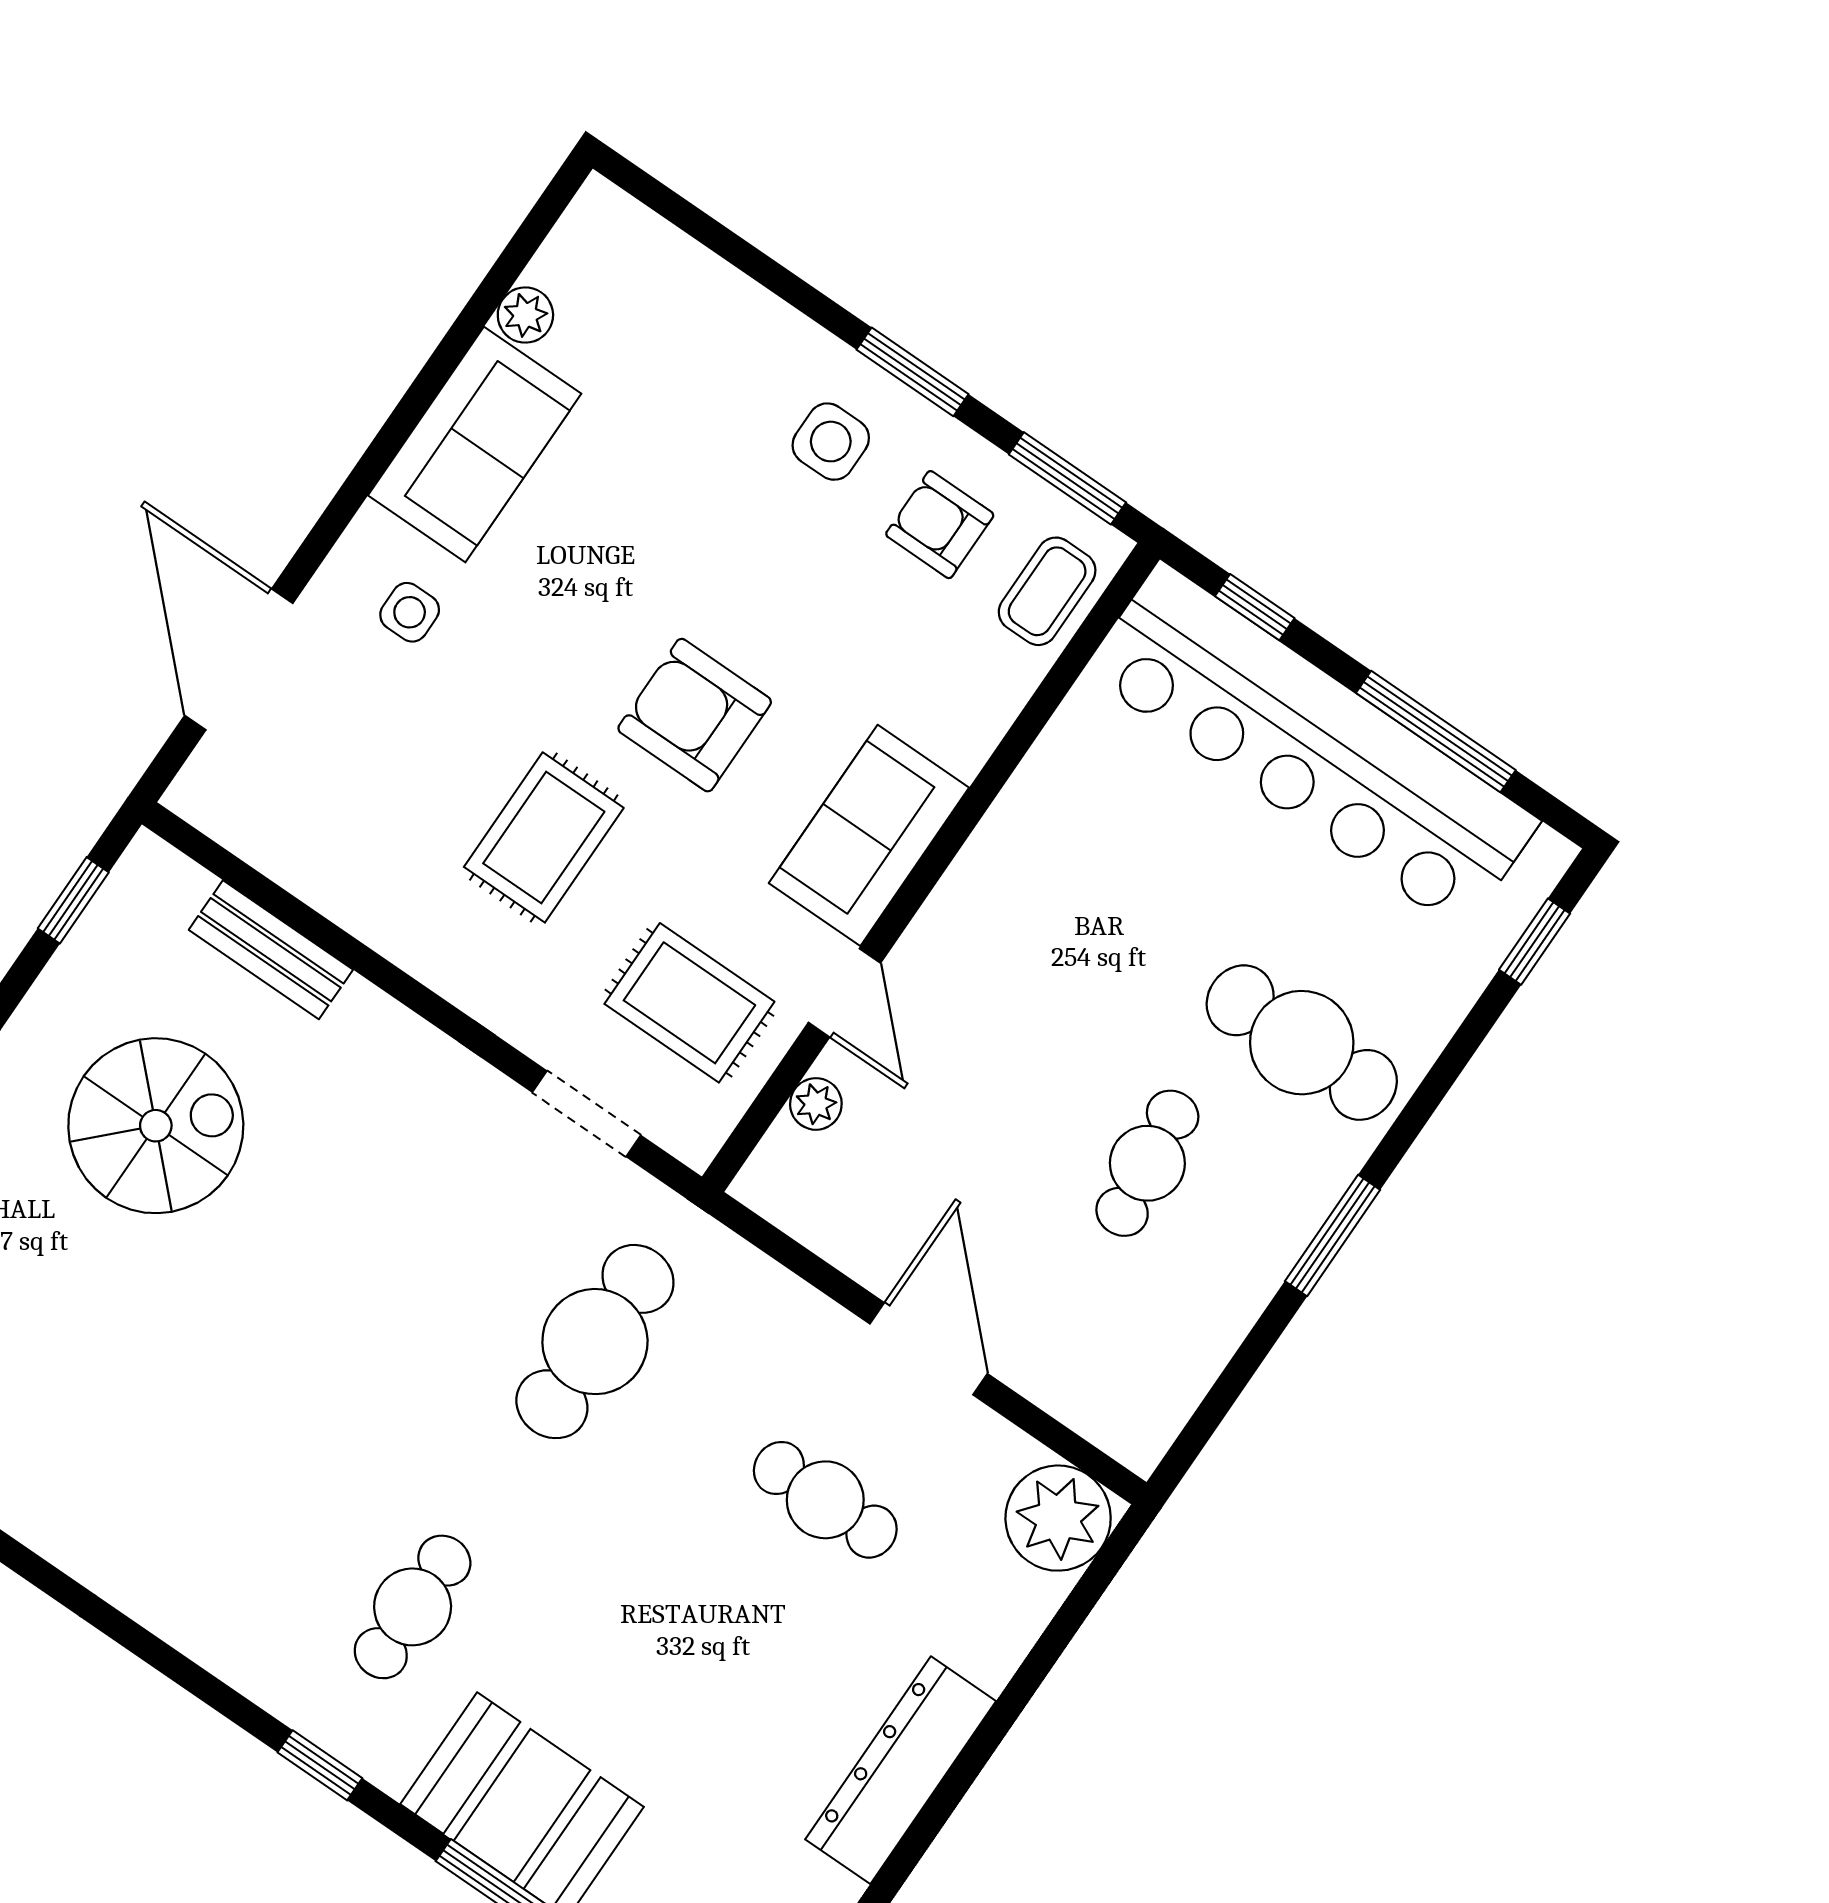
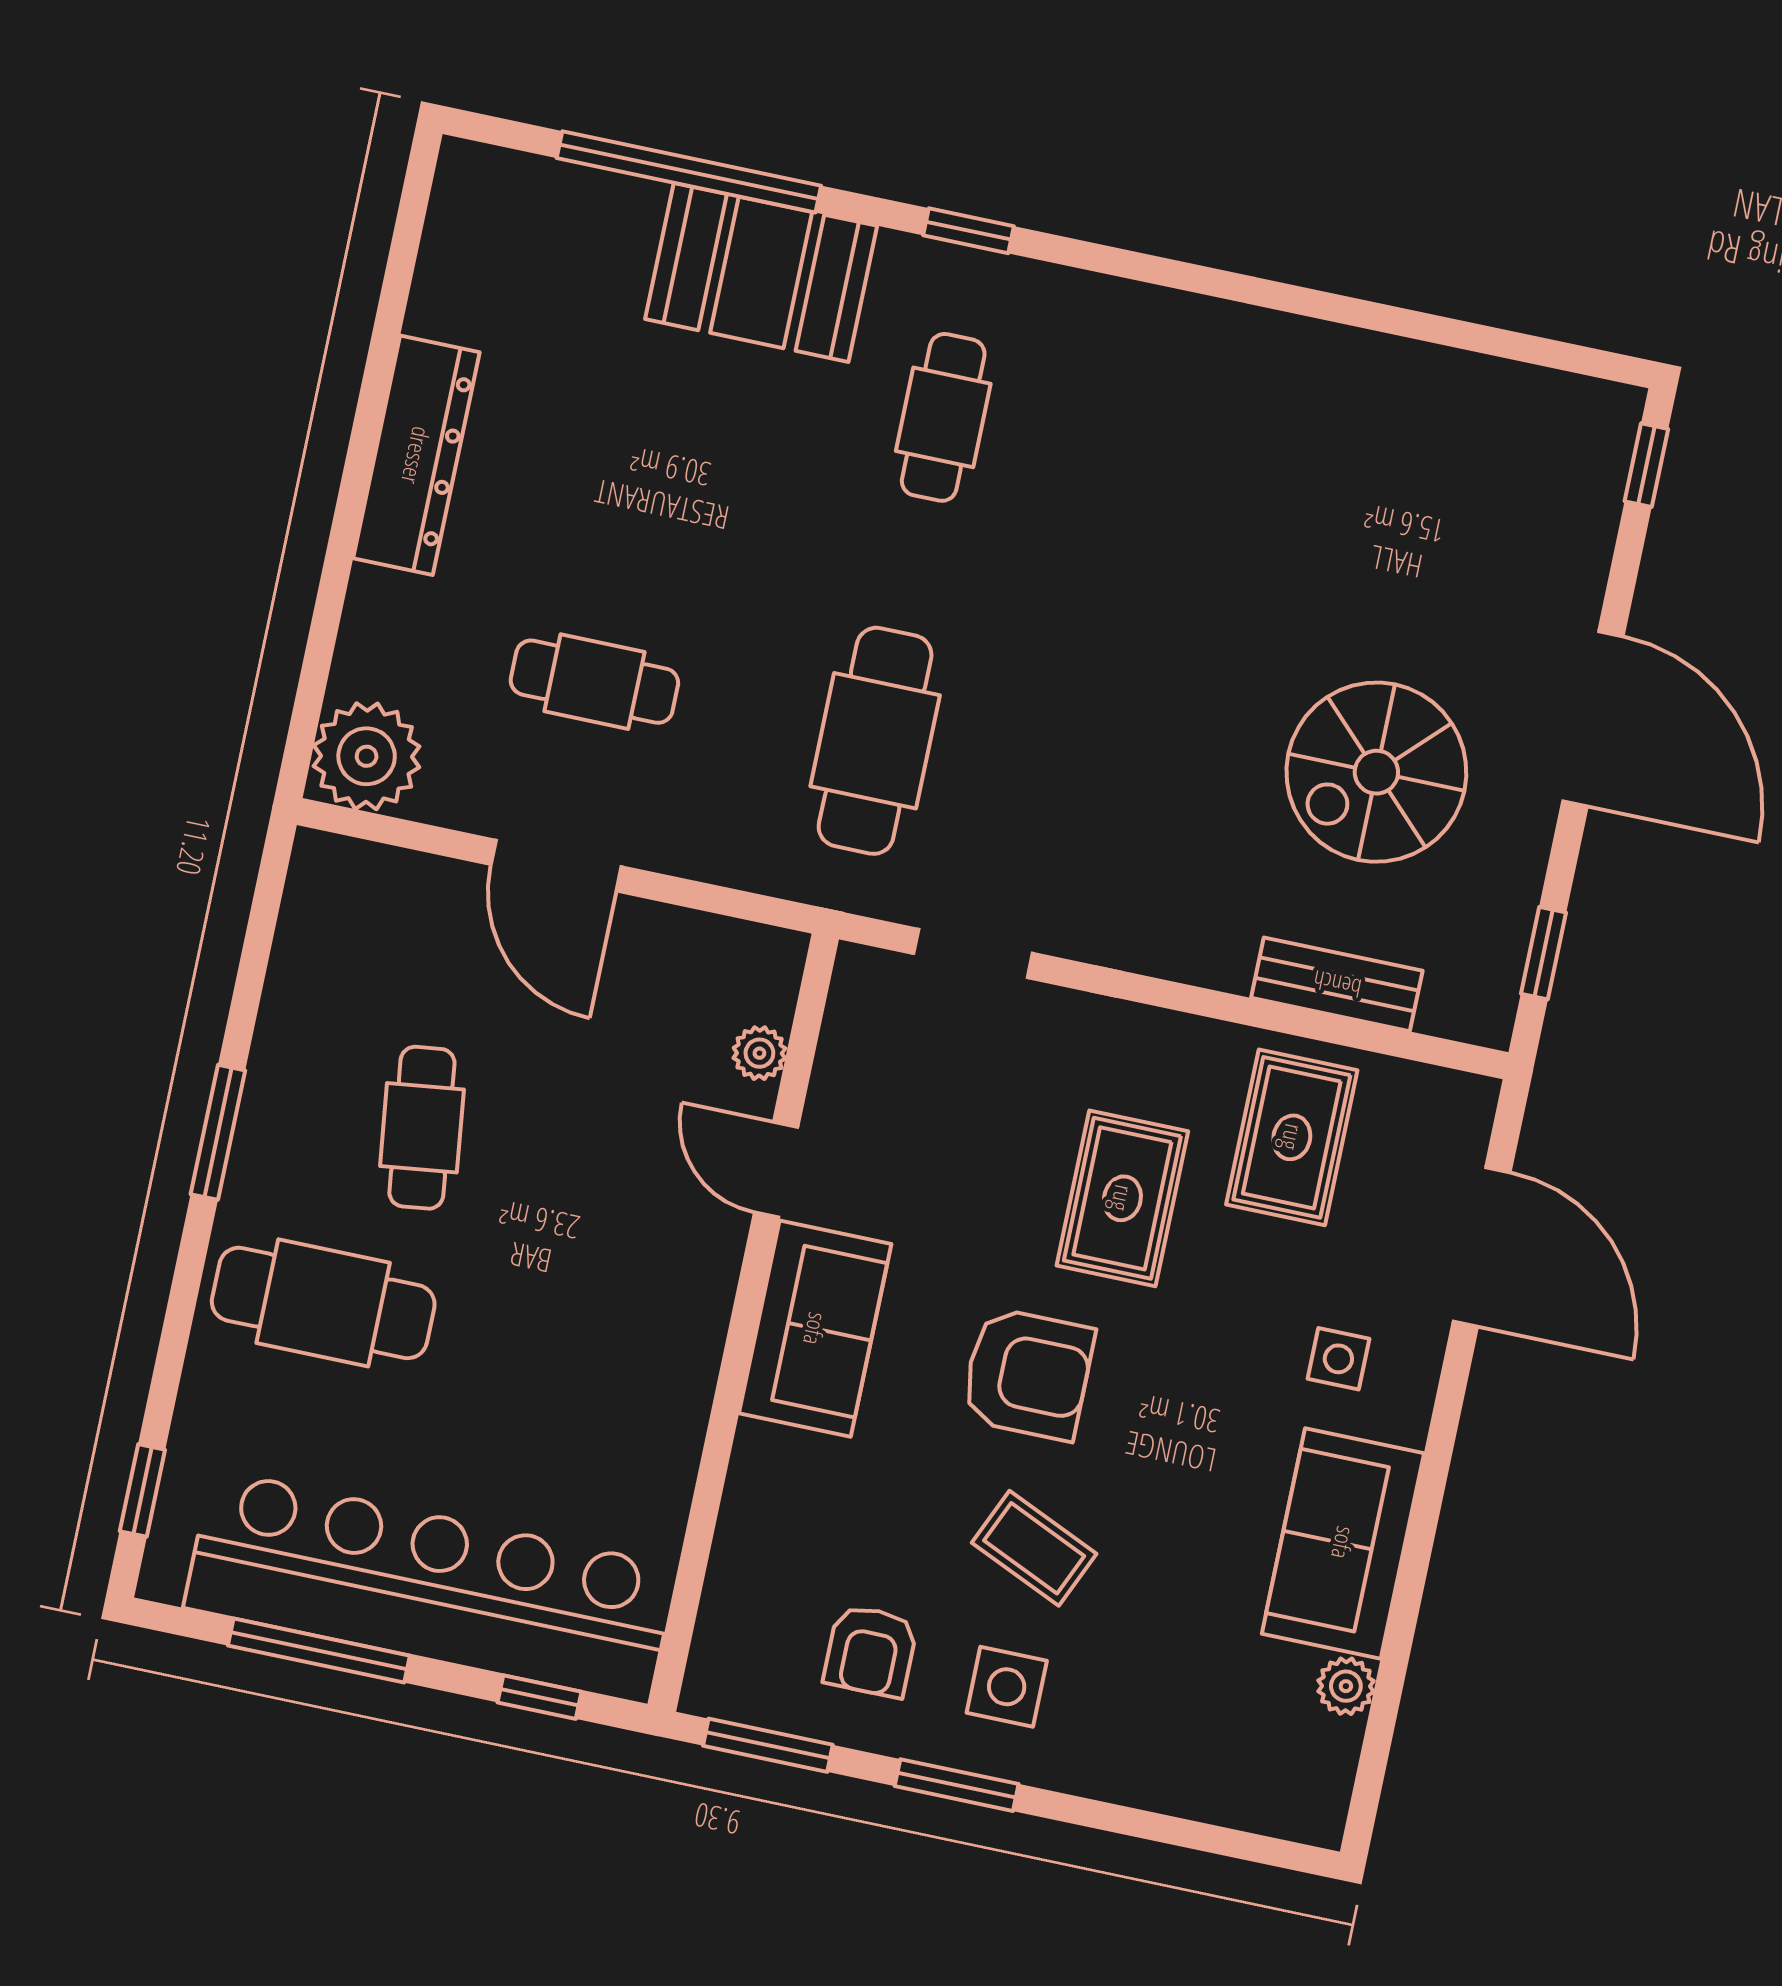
armchair: (940, 525) -> (871, 1651), turned 90
coffee table: (1047, 591) -> (1034, 1548), moved, turned -66
rug: (689, 1003) -> (1292, 1137), moved, turned 90

